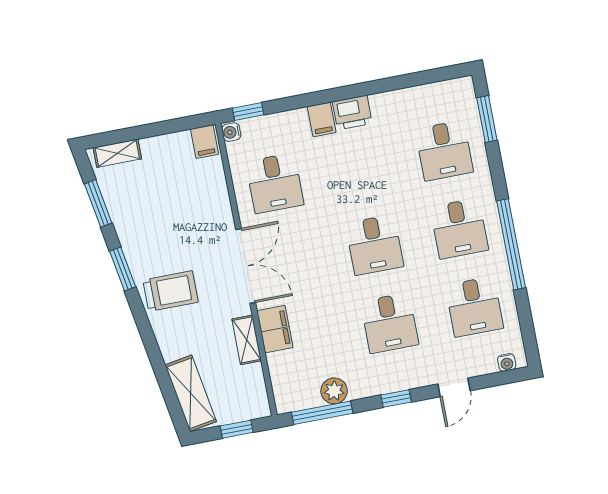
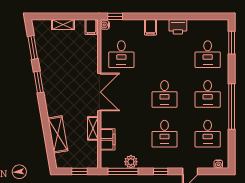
printer: (352, 112) -> (178, 27), moved
shelving: (117, 153) -> (63, 25), moved
trolley: (171, 291) -> (60, 97), removed
filing cabinet: (275, 329) -> (108, 139), moved
shelving: (191, 393) -> (58, 134), moved

